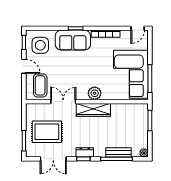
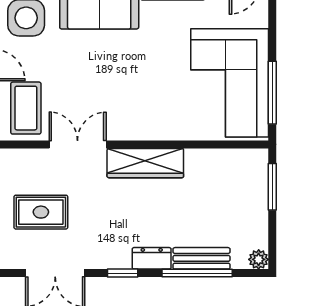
plant: (95, 93) -> (148, 126), removed
rug: (47, 132) -> (41, 212), width x0.73, depth x0.70
dresser: (85, 152) -> (152, 258), moved

